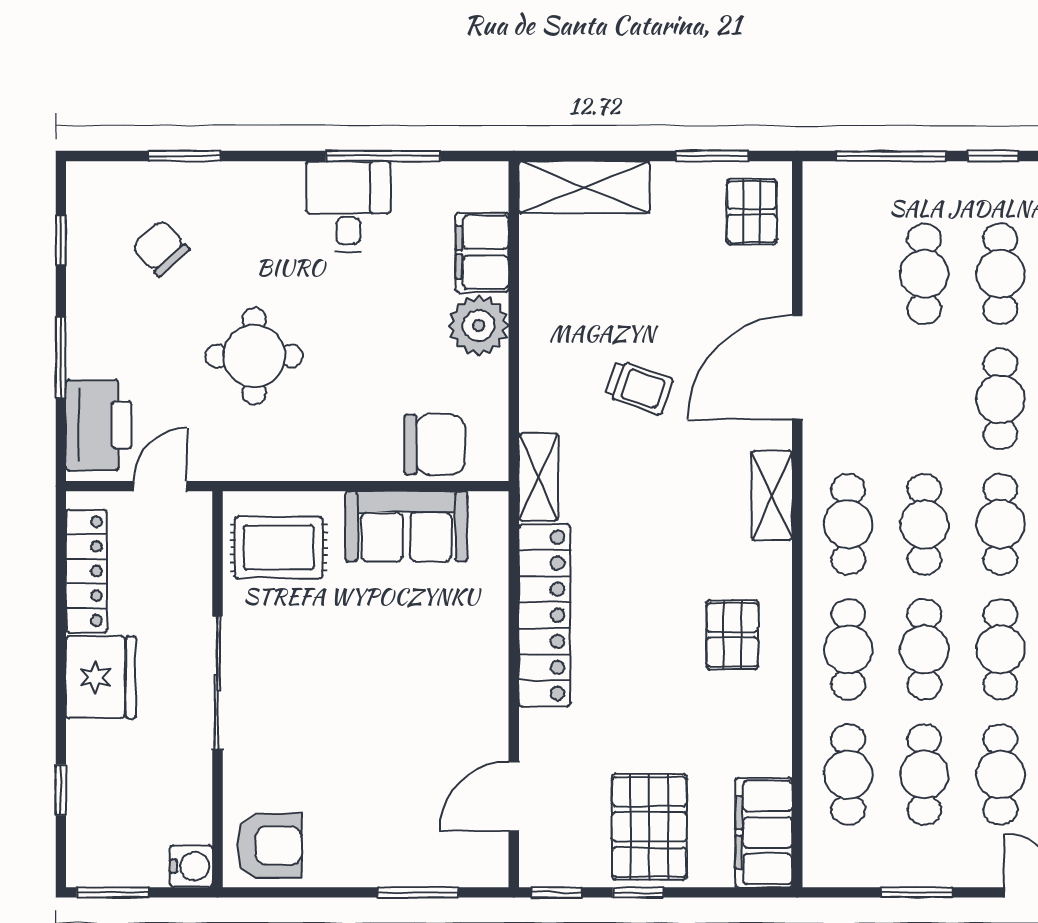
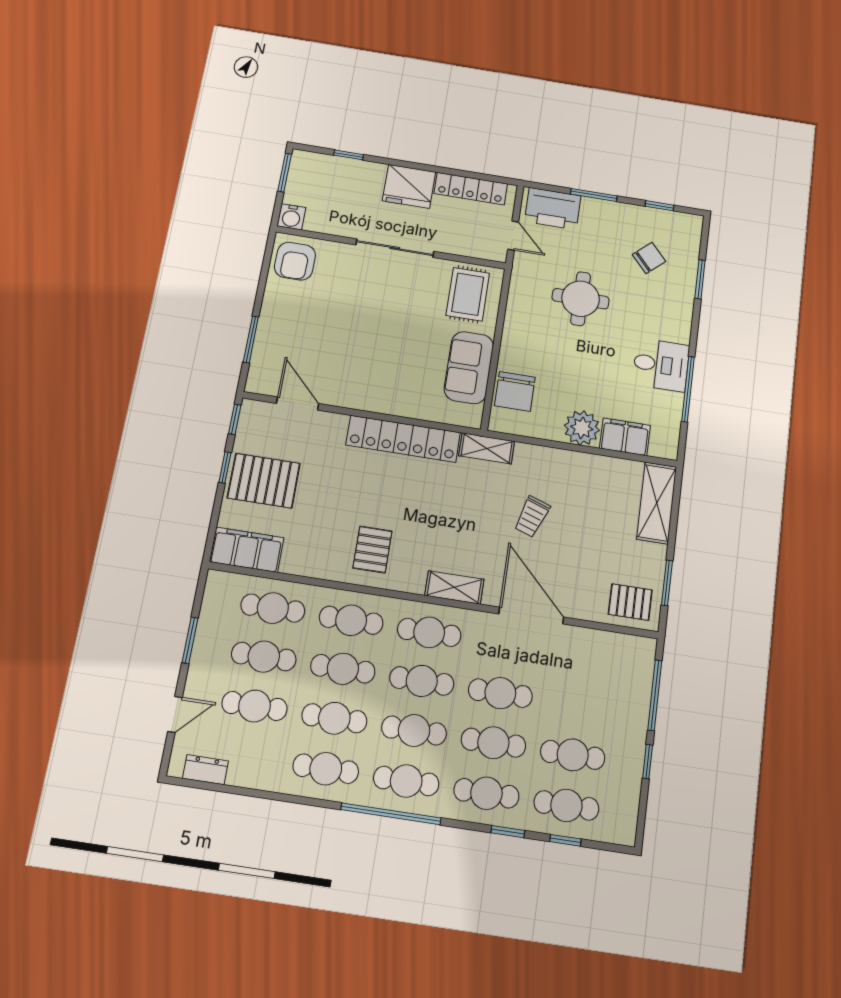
cafe table: (924, 274) -> (500, 693), moved
pallet: (732, 635) -> (372, 549), turned 90

